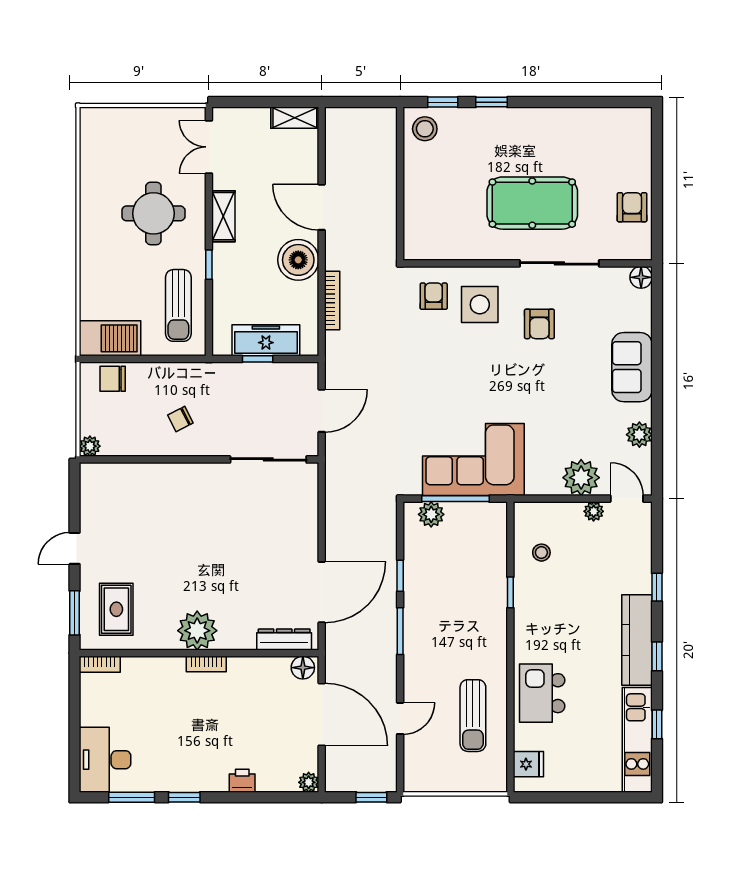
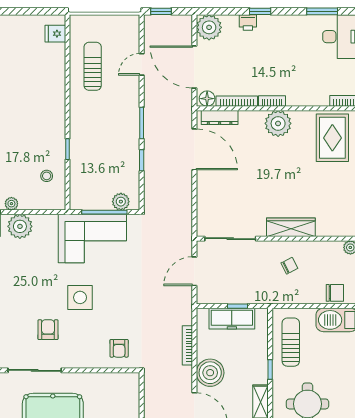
side table: (480, 305) -> (80, 297), moved
wardrobe: (178, 476) -> (291, 227), added
door: (322, 592) -> (194, 149), swing flipped
rug: (116, 609) -> (332, 138), width x1.36, depth x1.43
bookcase: (259, 664) -> (237, 101), added
kitchen island: (542, 693) -> (46, 81), removed
plant: (309, 782) -> (209, 27), width x1.88, depth x1.88
window: (184, 797) -> (260, 11), moved

